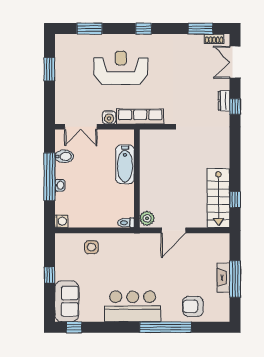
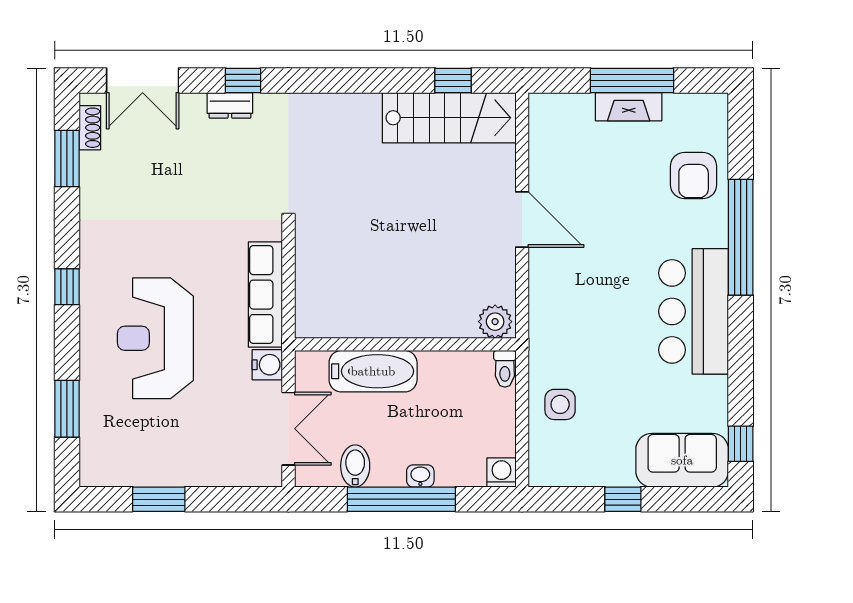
bathtub: (125, 164) -> (373, 371), moved
wall: (137, 179) -> (405, 344), moved
plant: (147, 218) -> (495, 322), moved
toilet: (126, 223) -> (505, 369), moved

